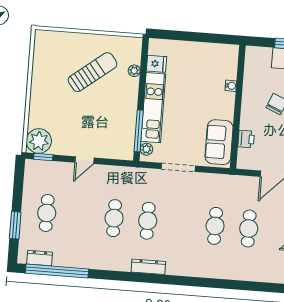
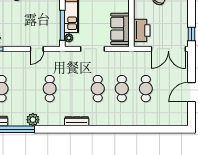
printer: (246, 139) -> (142, 30), width x1.87, depth x1.48
door: (85, 160) -> (37, 49), moved
cafe table: (148, 221) -> (98, 89), moved
plant: (87, 260) -> (33, 120), added

